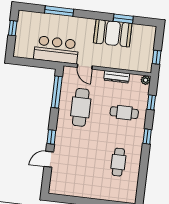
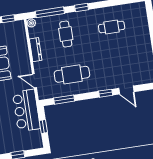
window: (35, 63) -> (43, 126), added
door: (85, 67) -> (34, 81), swing flipped
window: (57, 92) -> (64, 100), width x0.69
window: (151, 102) -> (50, 12), width x2.17

